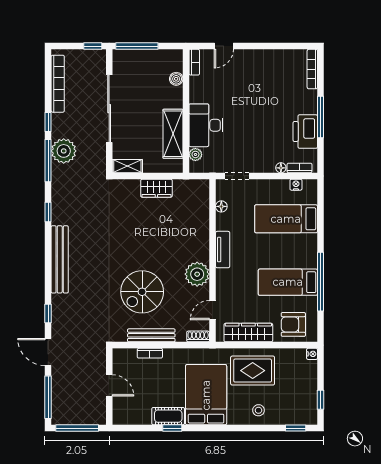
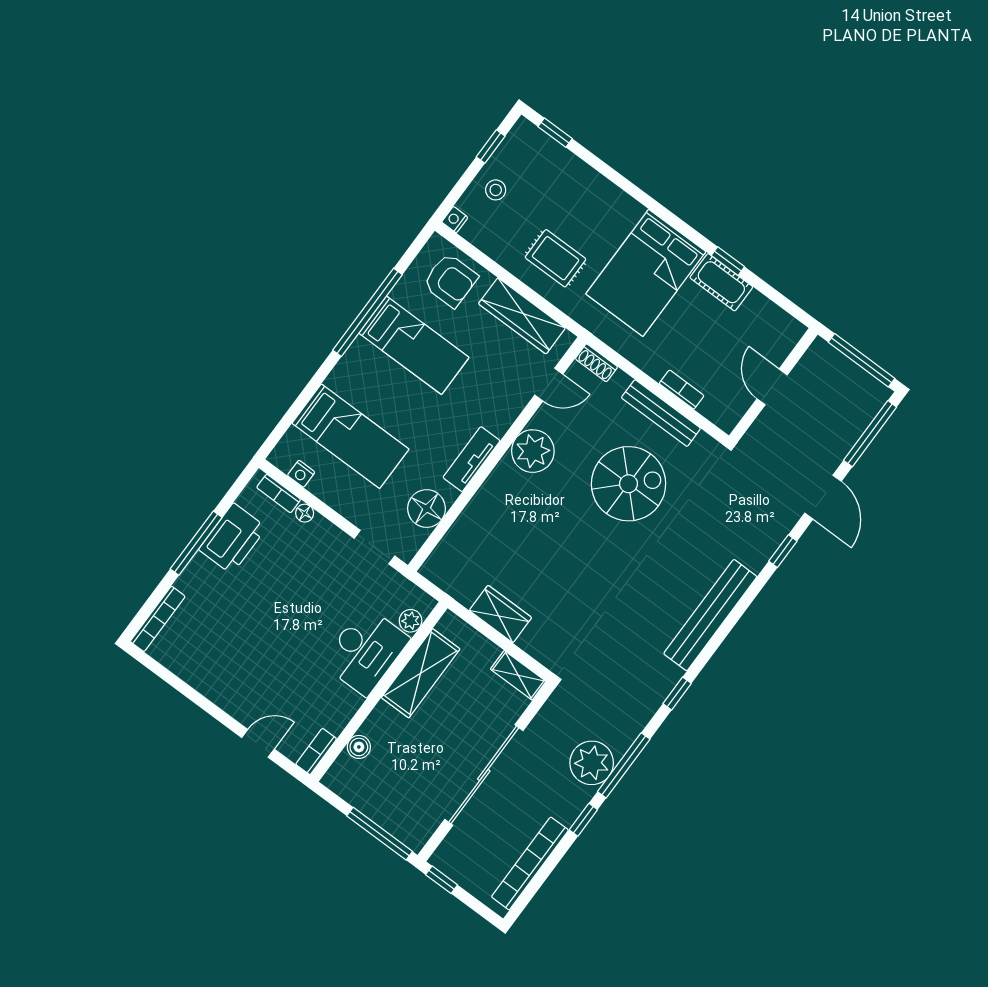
floor lamp: (221, 206) -> (427, 509), width x1.89, depth x1.89
rug: (253, 371) -> (556, 258), width x0.73, depth x0.70
stool: (258, 410) -> (496, 190), moved

